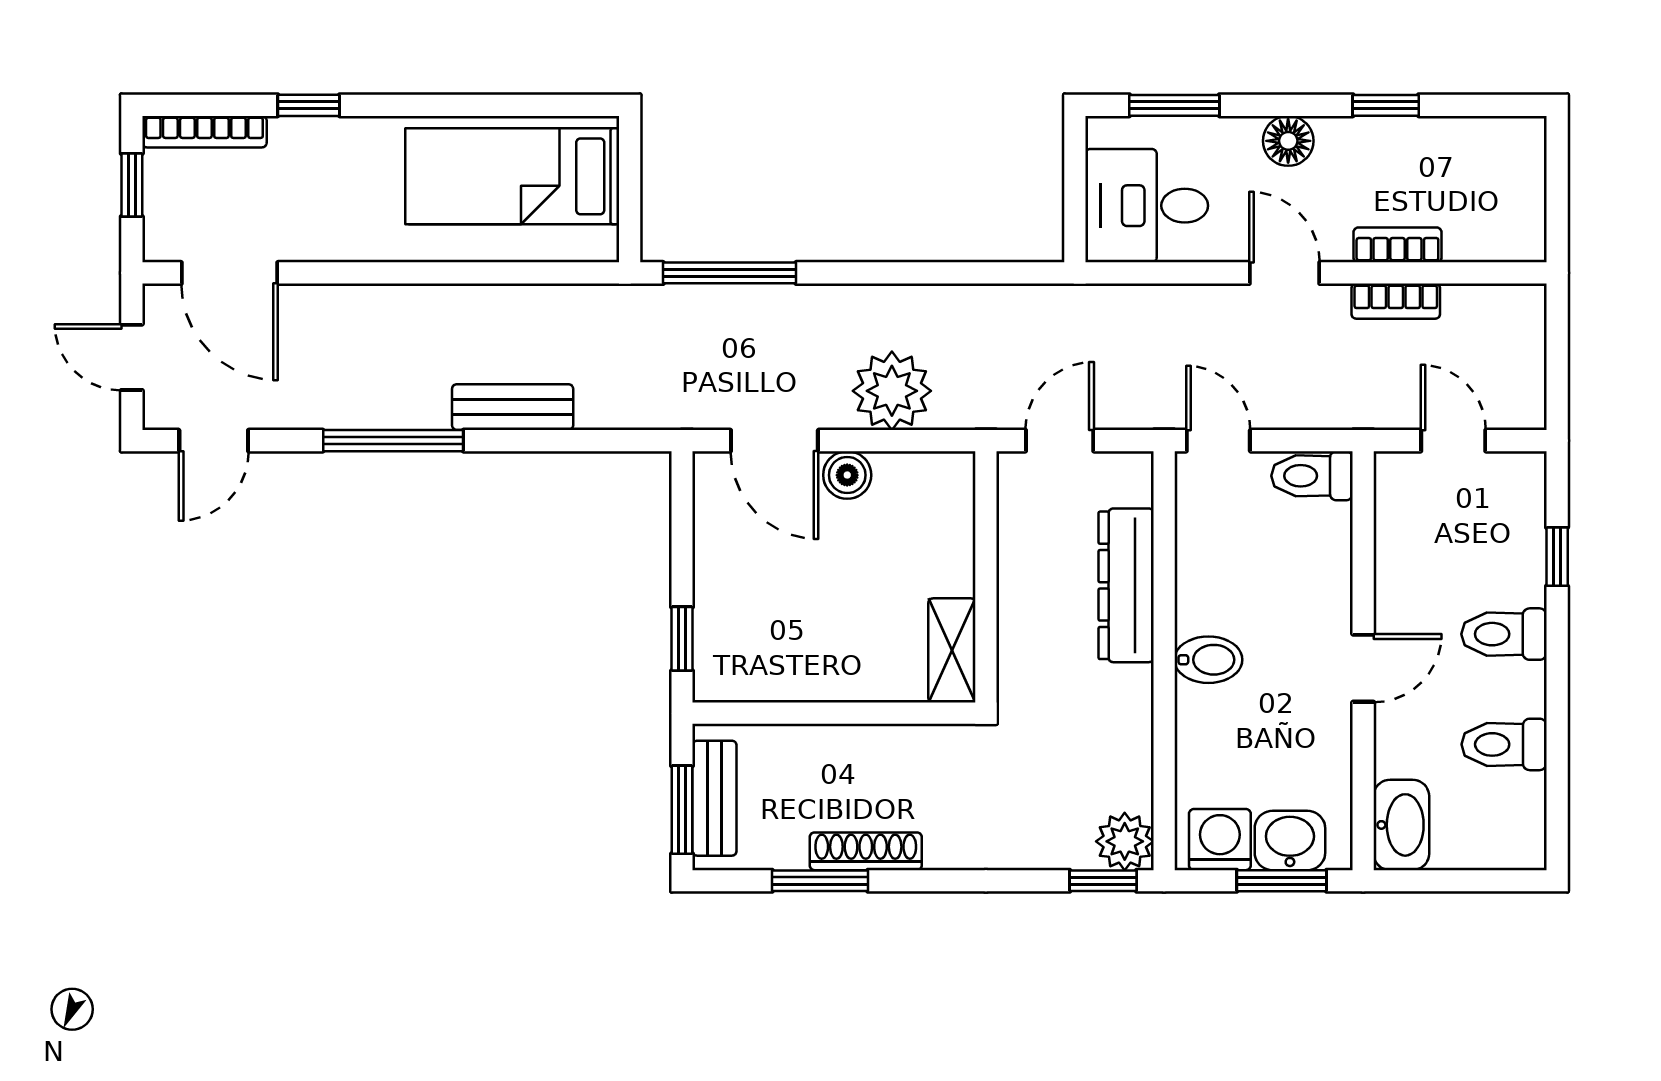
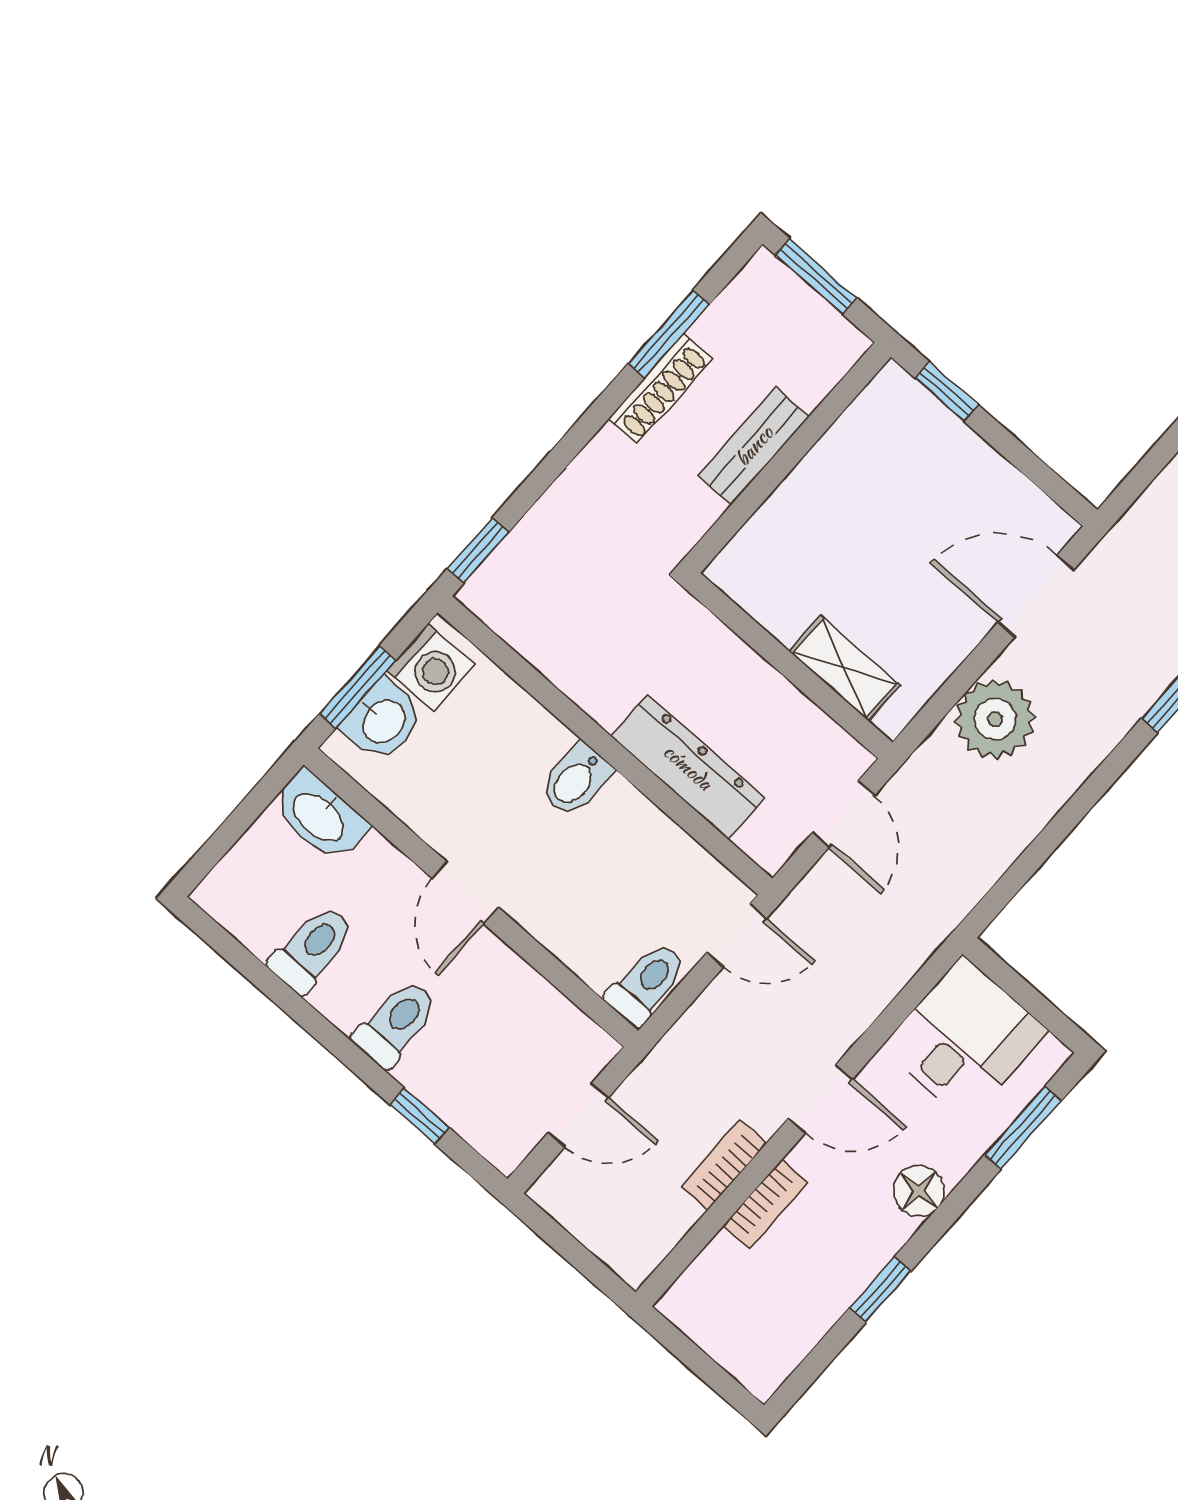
boiler: (847, 475) -> (961, 628), removed
shelving: (952, 650) -> (844, 668), moved
bench: (714, 798) -> (754, 446), moved, turned 90
plant: (1125, 841) -> (493, 594), removed

